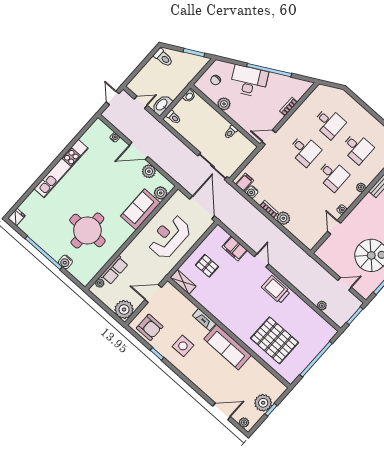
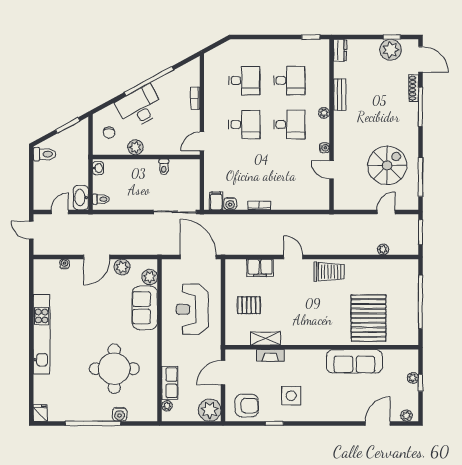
plant: (283, 218) -> (279, 202), removed
shelving: (183, 282) -> (265, 338), moved
trolley: (276, 290) -> (329, 272), turned 180
fireplace: (204, 320) -> (270, 355), moved
pallet: (274, 340) -> (368, 318), turned 90
sofa: (228, 347) -> (354, 361), moved
plant: (263, 403) -> (413, 378), width x0.53, depth x0.53

